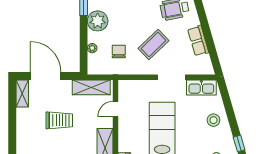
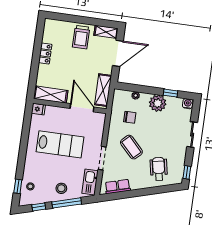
row of seats: (198, 41) -> (118, 187), moved
door: (115, 109) -> (82, 108), width x1.87
window: (230, 111) -> (67, 203), added
trolley: (59, 120) -> (81, 37), moved

